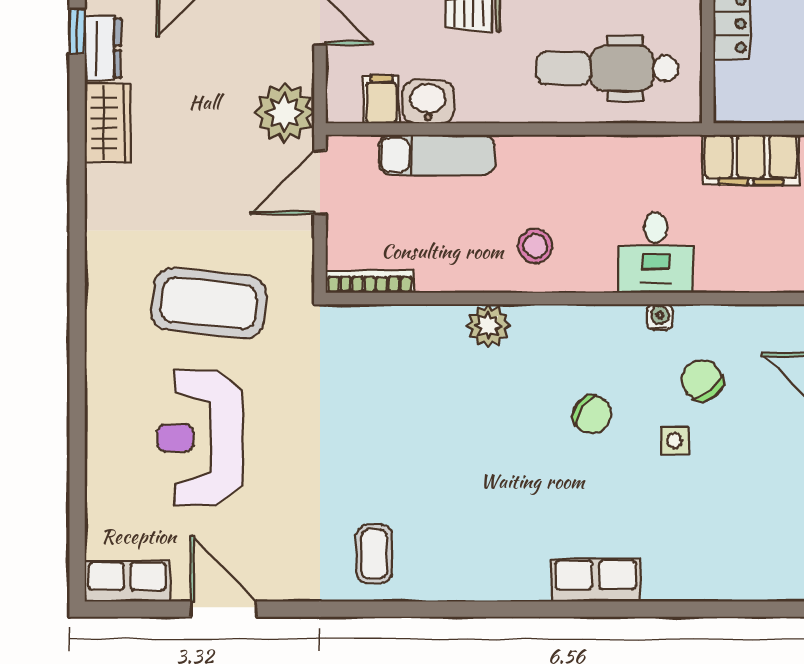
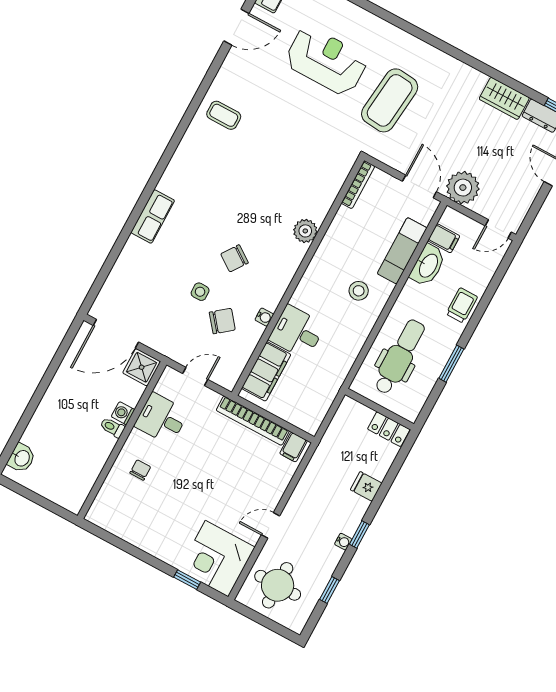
washbasin: (428, 102) -> (428, 265), width x1.38
filing cabinet: (751, 160) -> (266, 371), moved, turned 180
stool: (535, 246) -> (359, 291), moved

